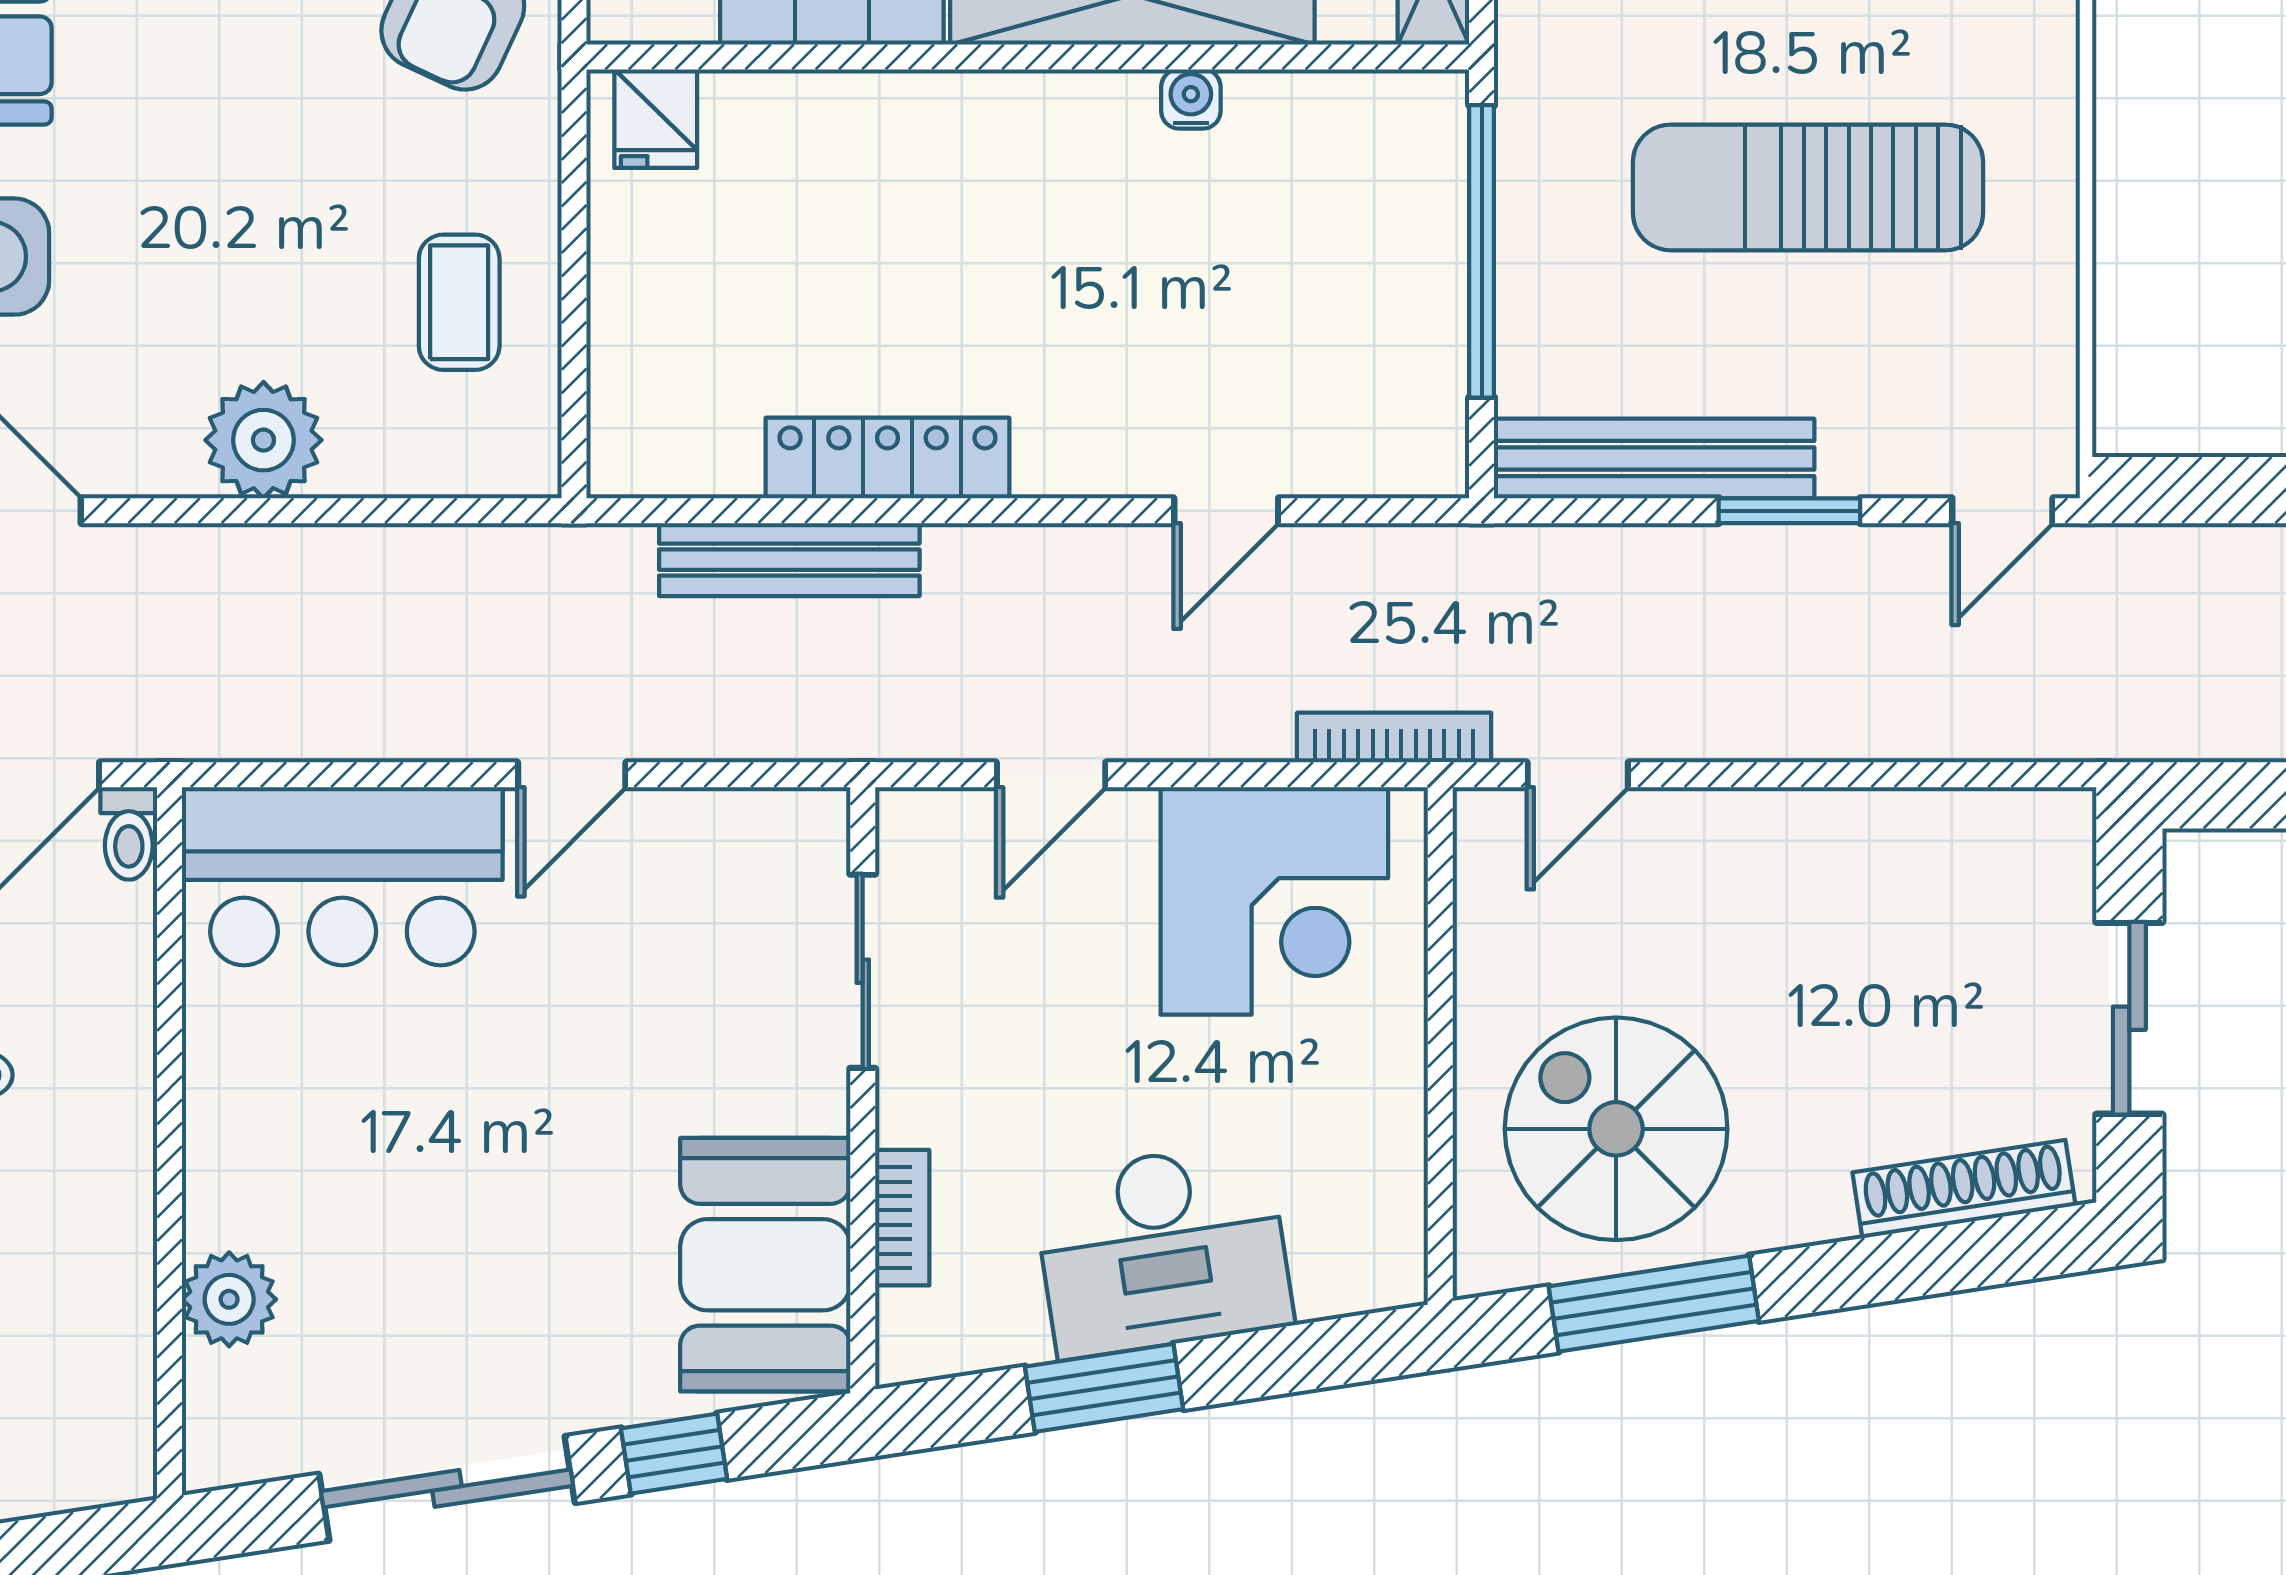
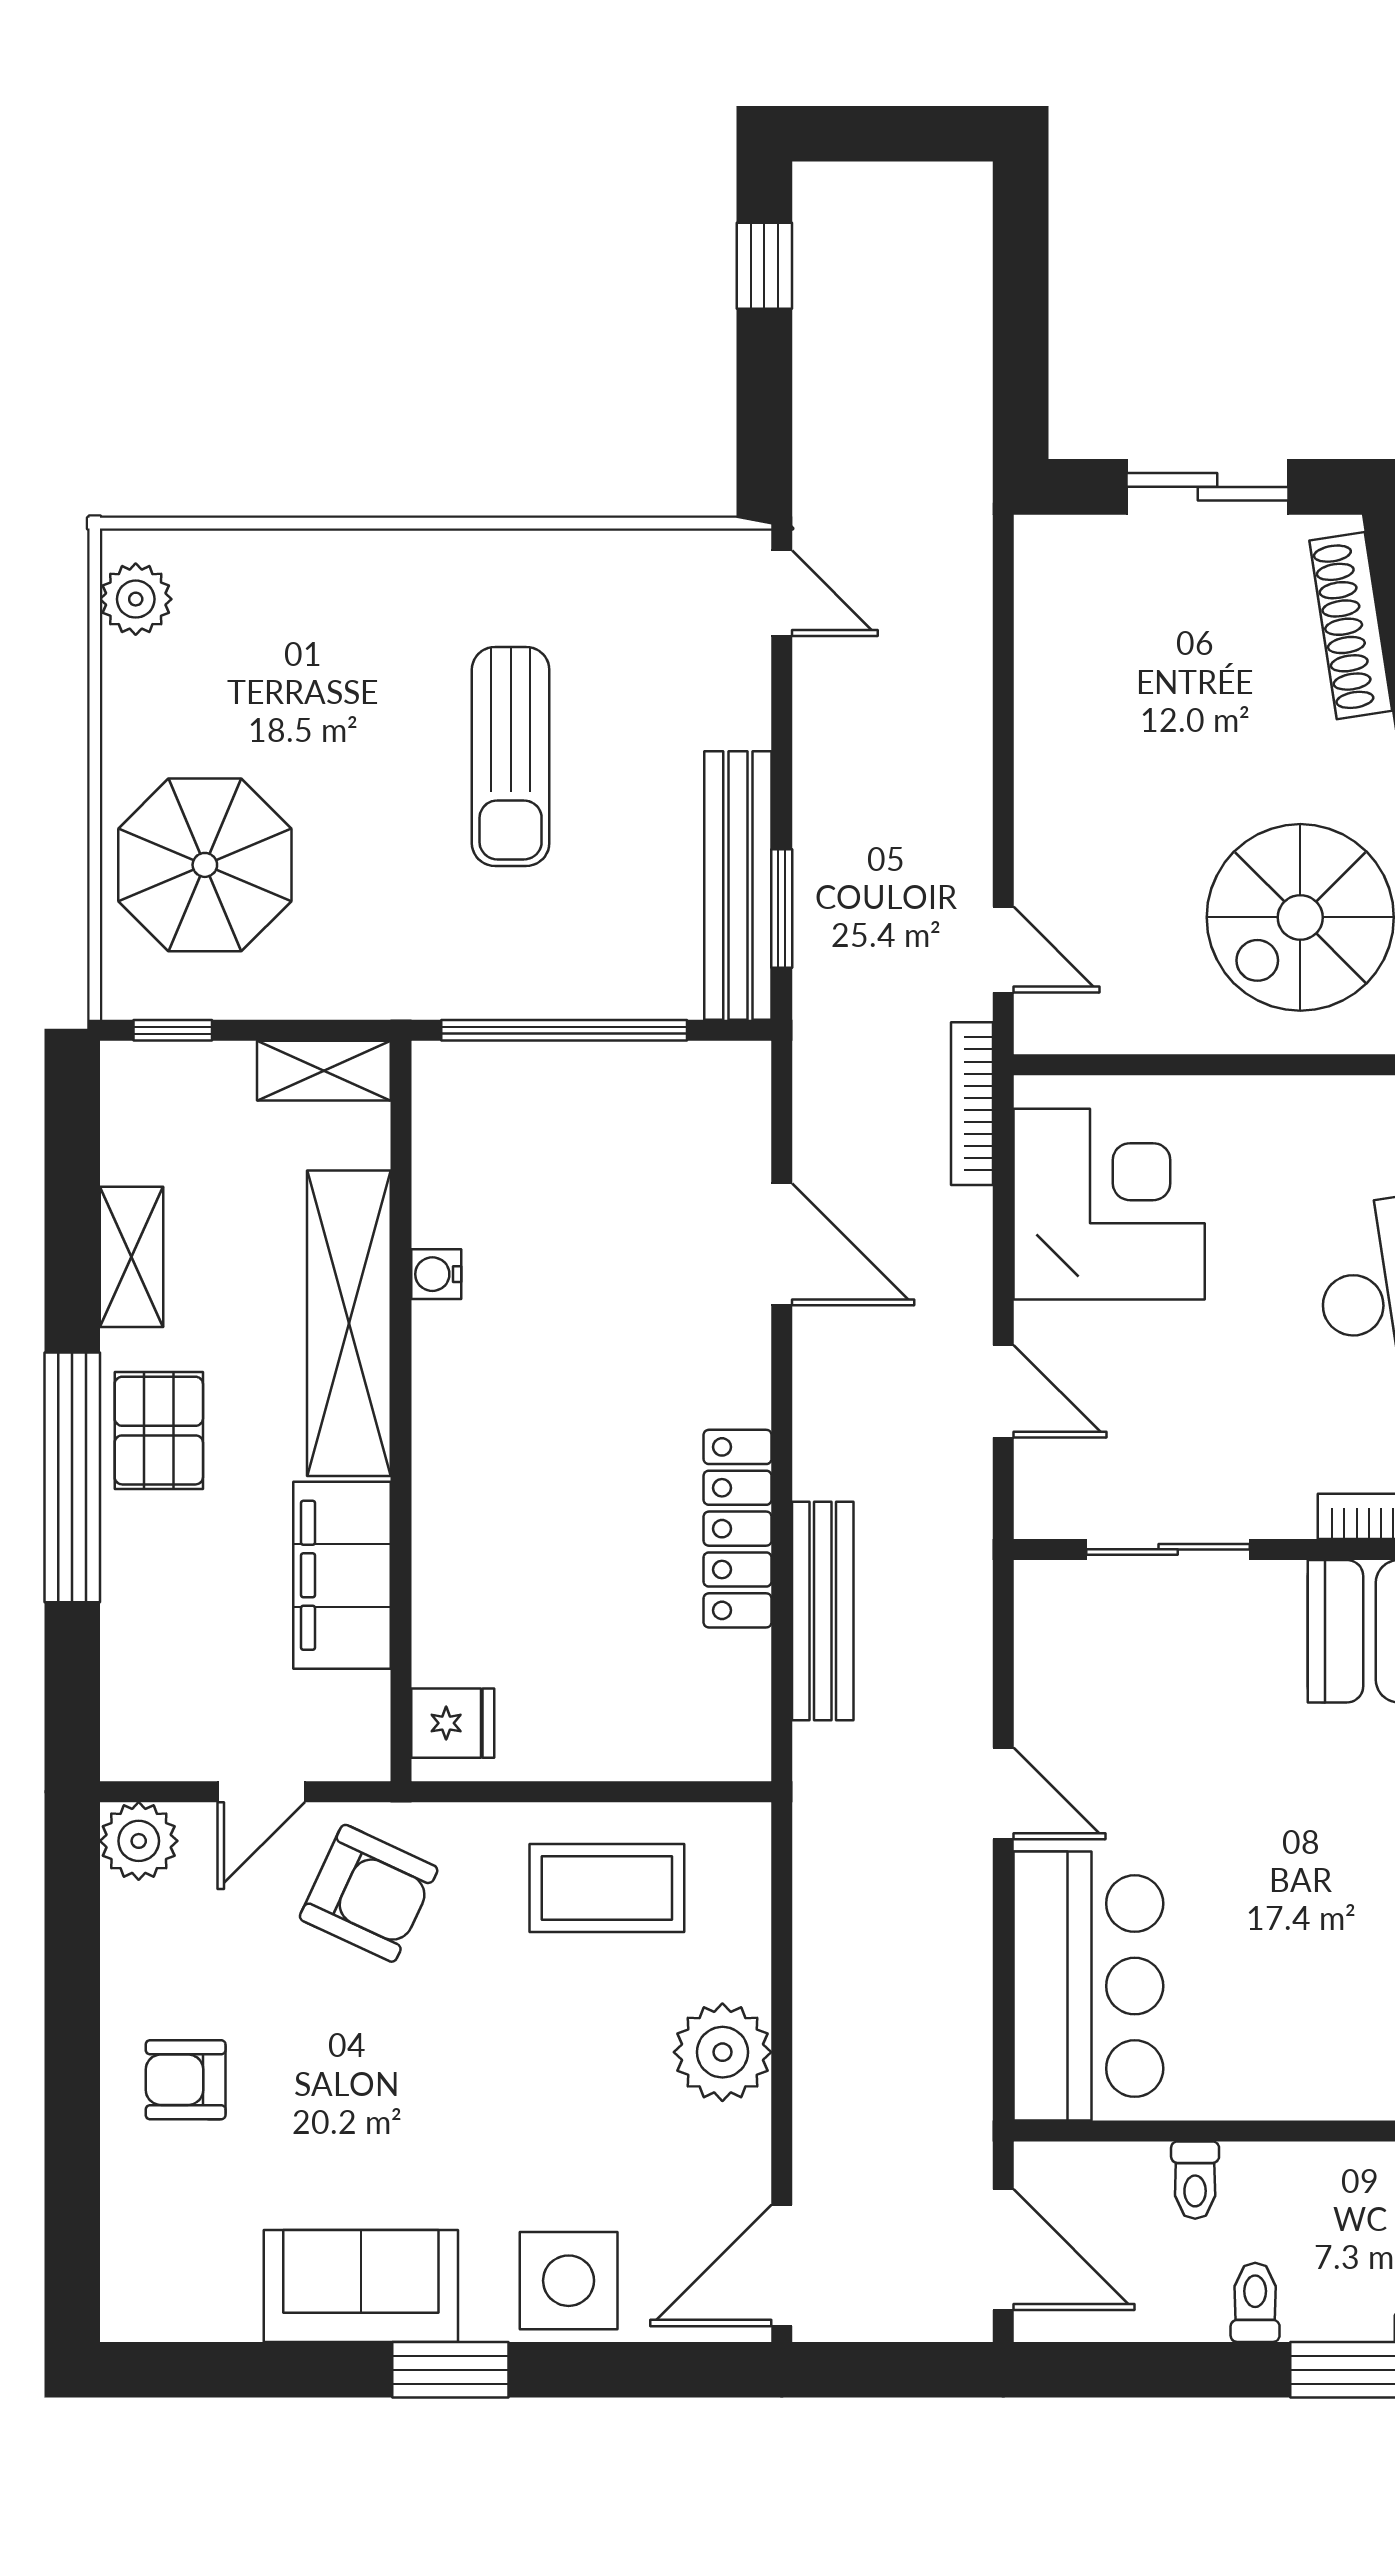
sun lounger: (1808, 187) -> (511, 756), width x0.73, depth x0.75
coffee table: (459, 302) -> (607, 1888), width x1.36, depth x1.30
door: (1226, 511) -> (782, 1244), width x1.38
window: (1789, 511) -> (782, 908), moved
toilet: (129, 833) -> (1195, 2180), moved, turned 90

